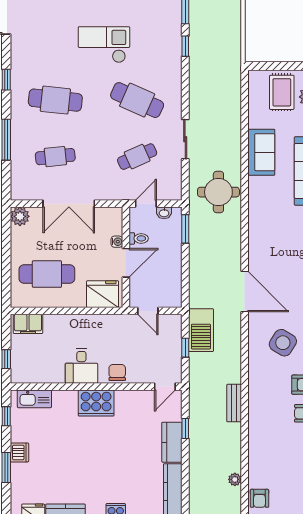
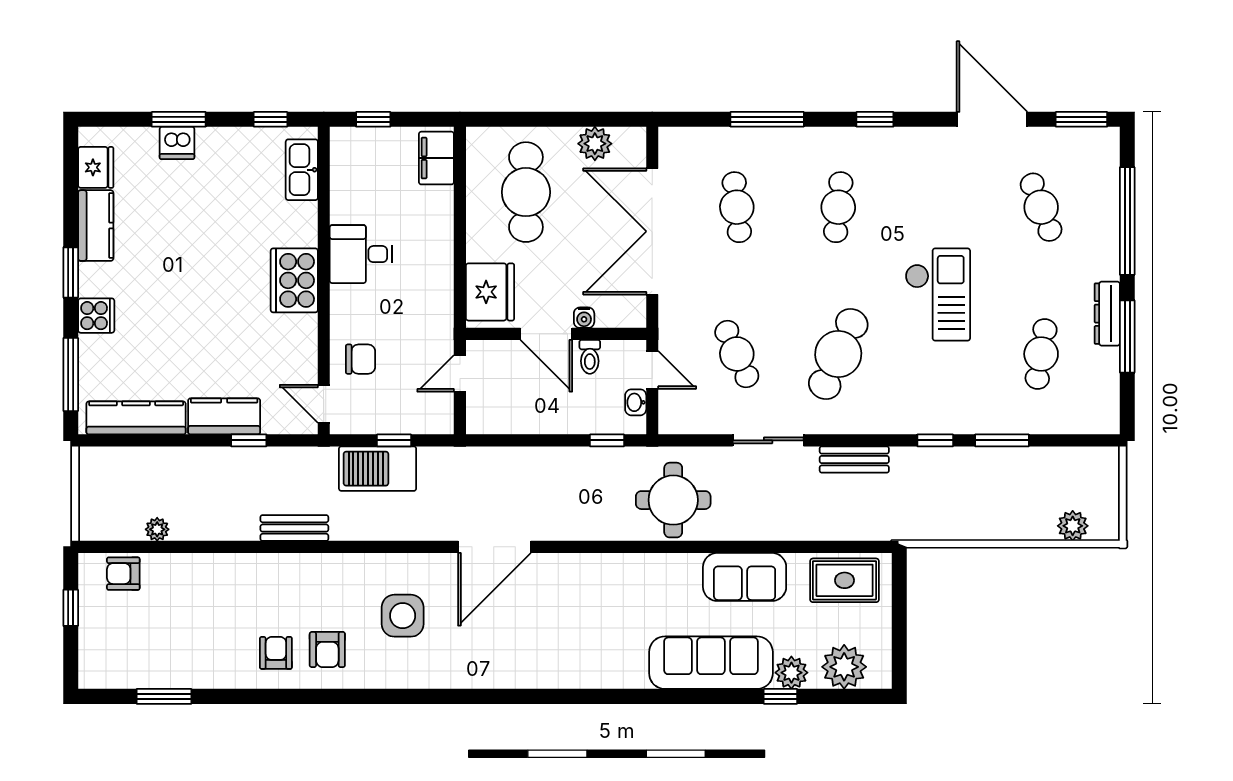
bench: (196, 91) -> (854, 460), added
rug: (282, 92) -> (845, 580), moved
cafe table: (55, 100) -> (838, 207), width x0.73, depth x0.74
double door: (69, 204) -> (652, 231), width x1.36
plant: (20, 216) -> (595, 144), moved
window: (185, 229) -> (607, 440), width x0.67
barbecue: (201, 330) -> (378, 469), moved
side table: (283, 343) -> (403, 616), turned -31
chair: (117, 373) -> (361, 359), moved
dishwasher: (20, 452) -> (177, 143), moved

